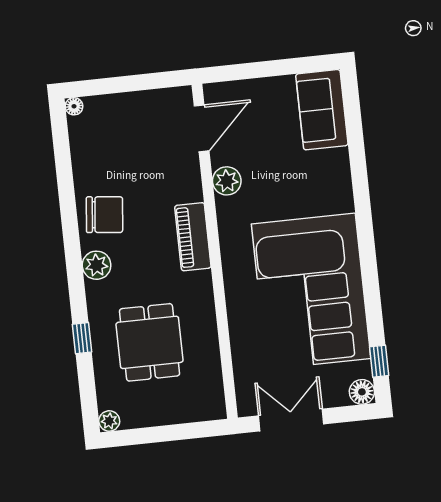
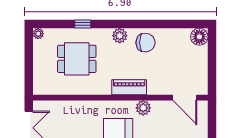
floor lamp: (74, 106) -> (199, 37), width x1.89, depth x1.89
plant: (227, 181) -> (143, 108), moved
chair: (104, 215) -> (145, 43), turned -96

